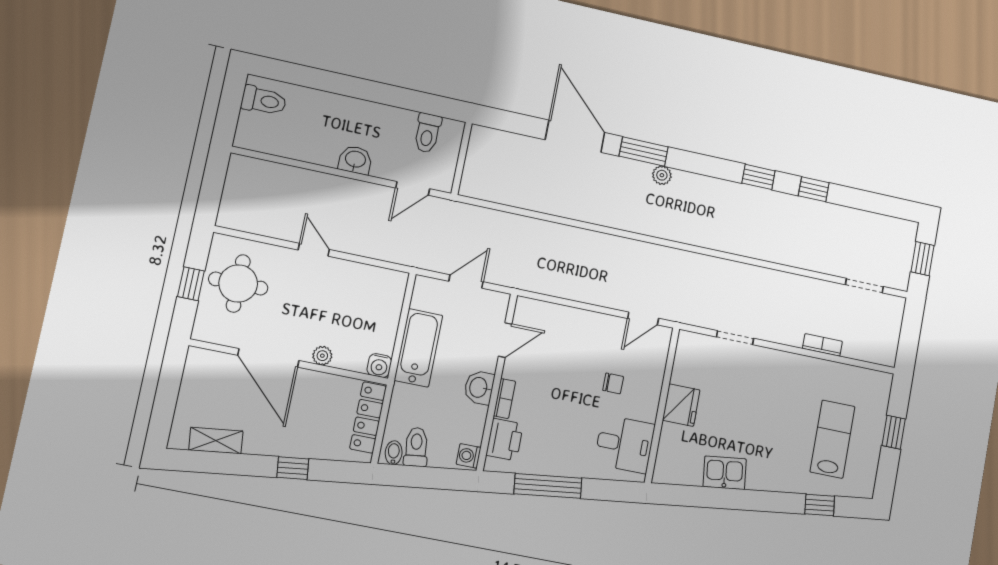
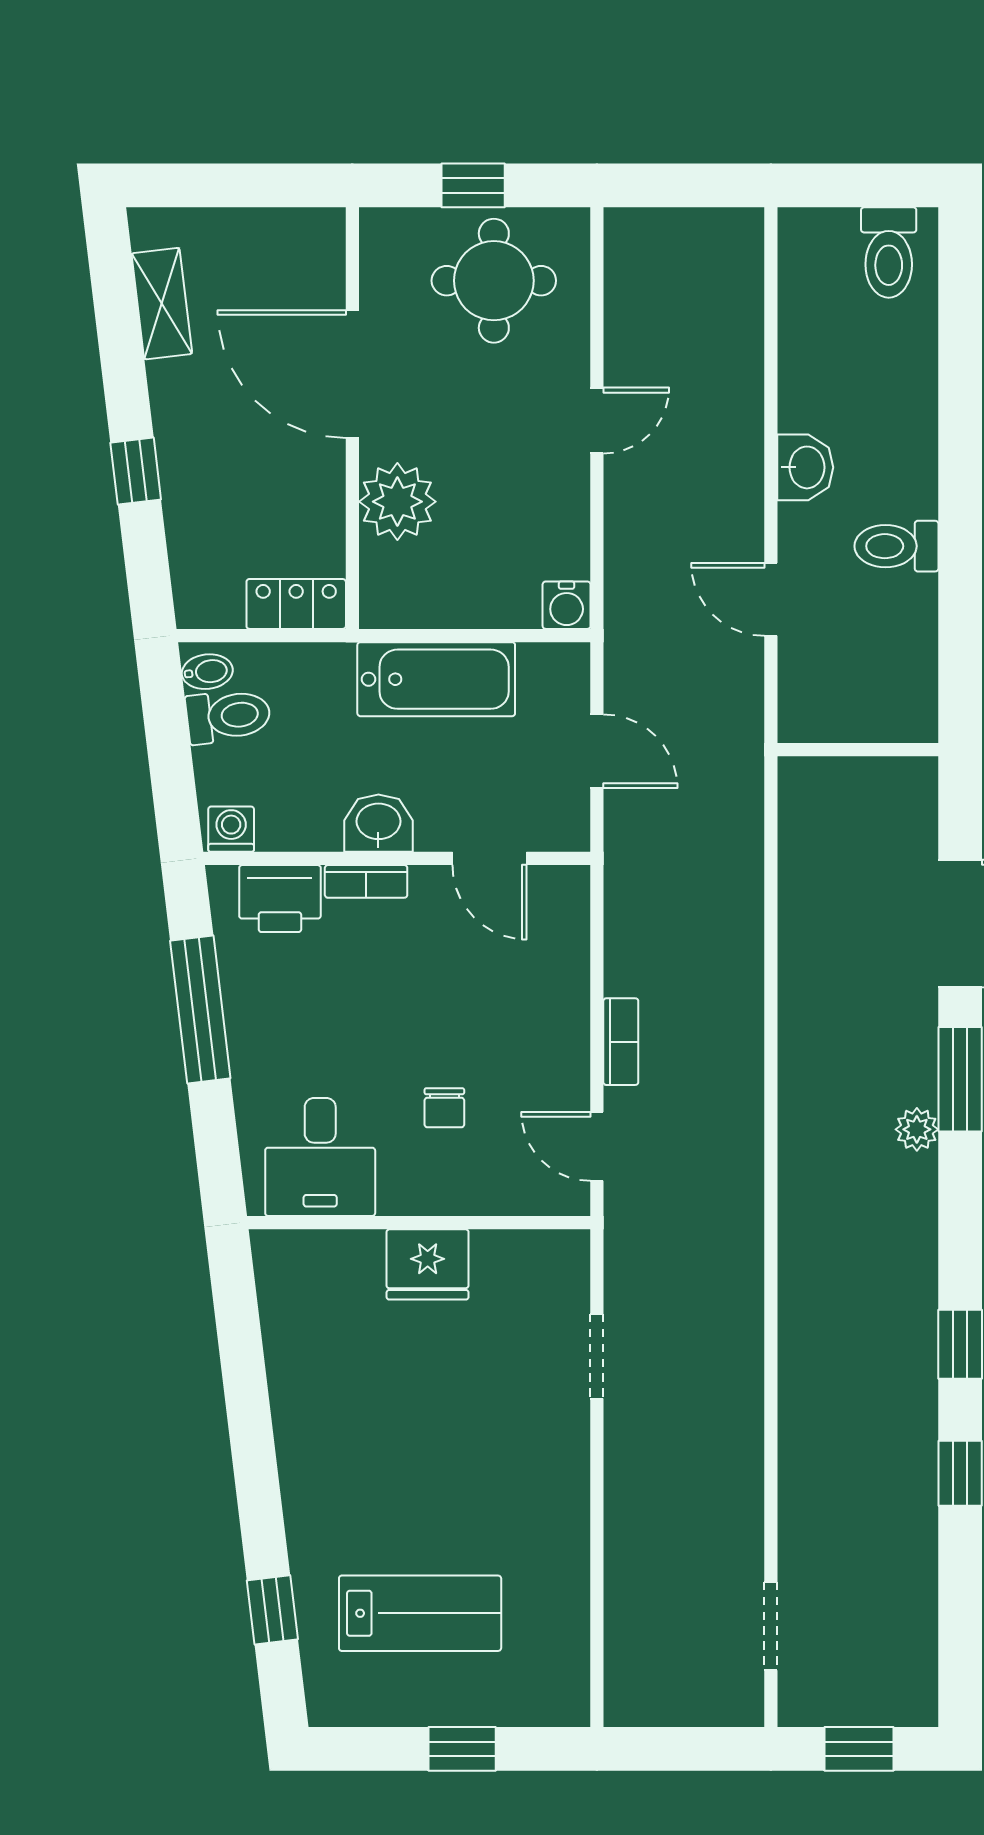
toilet: (427, 133) -> (896, 546), moved
wall: (462, 158) -> (858, 750), moved
bookcase: (822, 345) -> (621, 1042), moved
plant: (322, 356) -> (397, 502), width x1.87, depth x1.87
door: (268, 358) -> (352, 374), hinge flipped
water cooler: (379, 366) -> (567, 605), moved, turned -90
locker: (368, 417) -> (296, 604), width x0.66
kitchen sink: (725, 473) -> (301, 1387), removed

